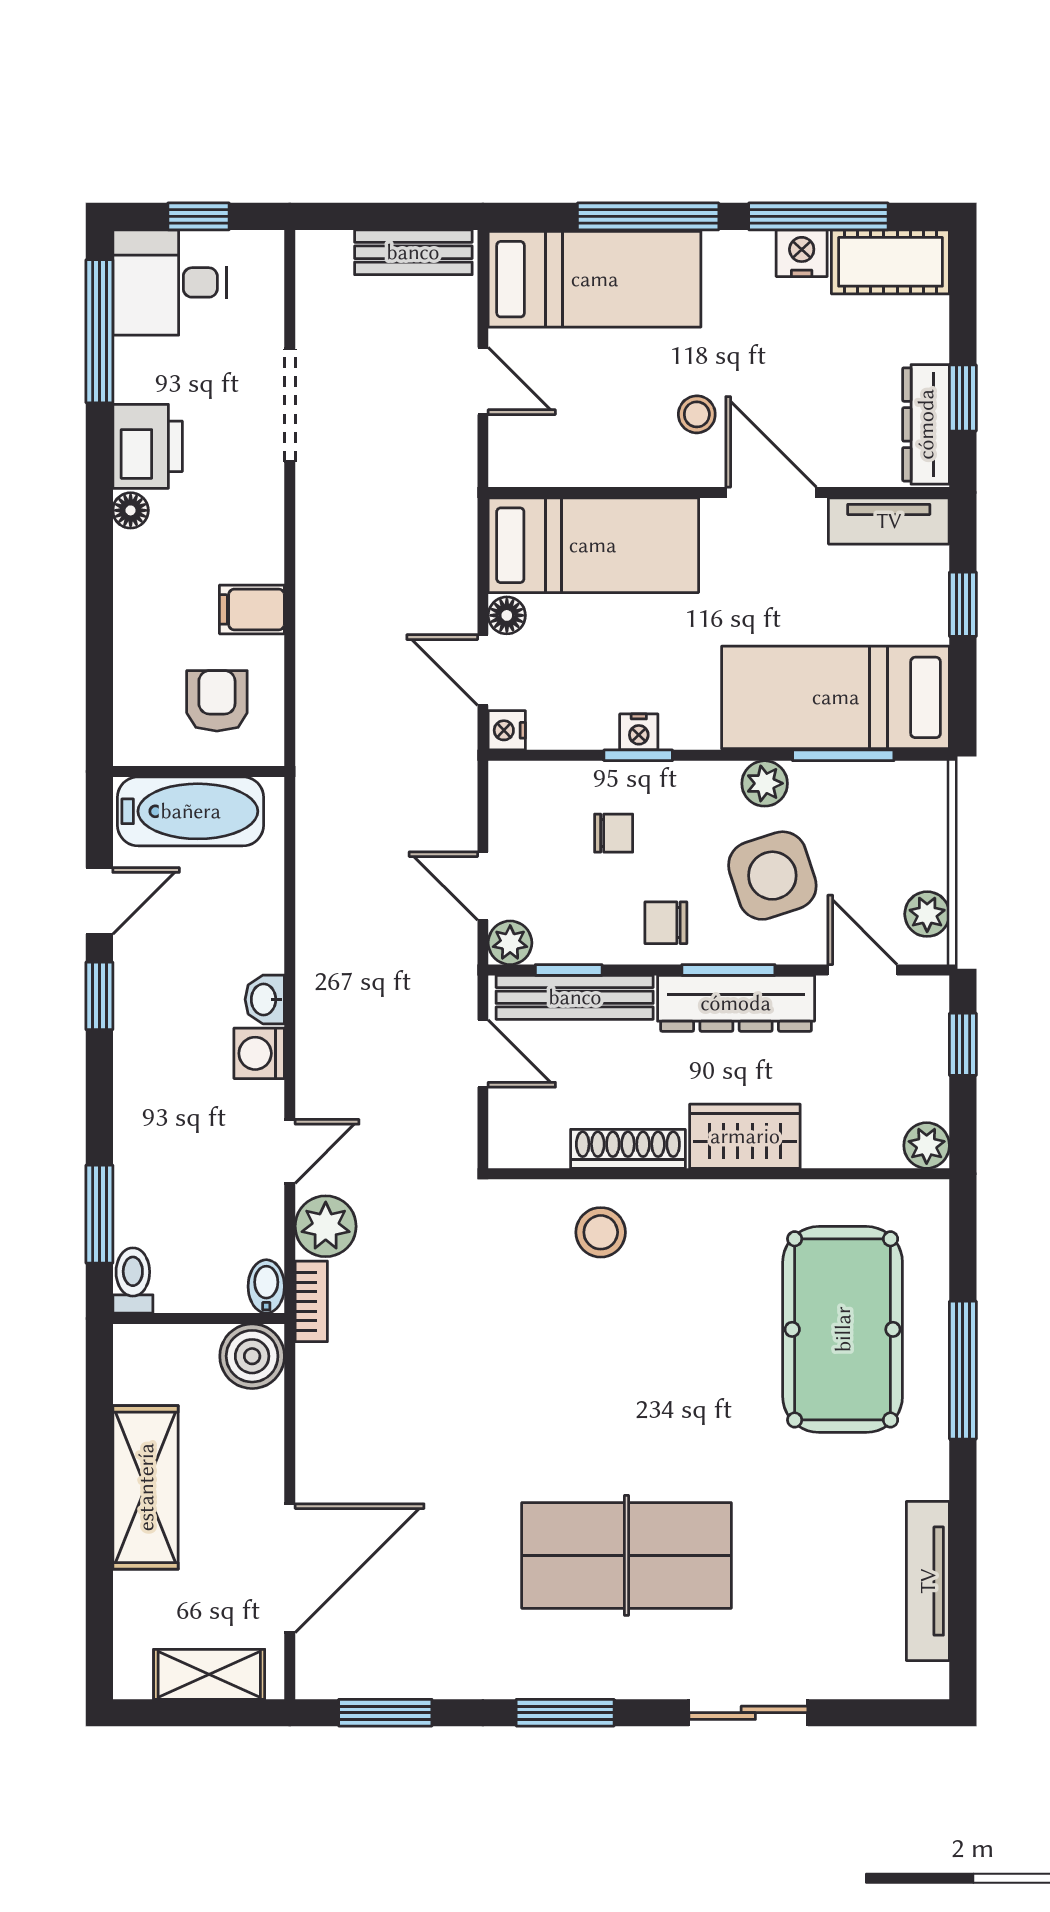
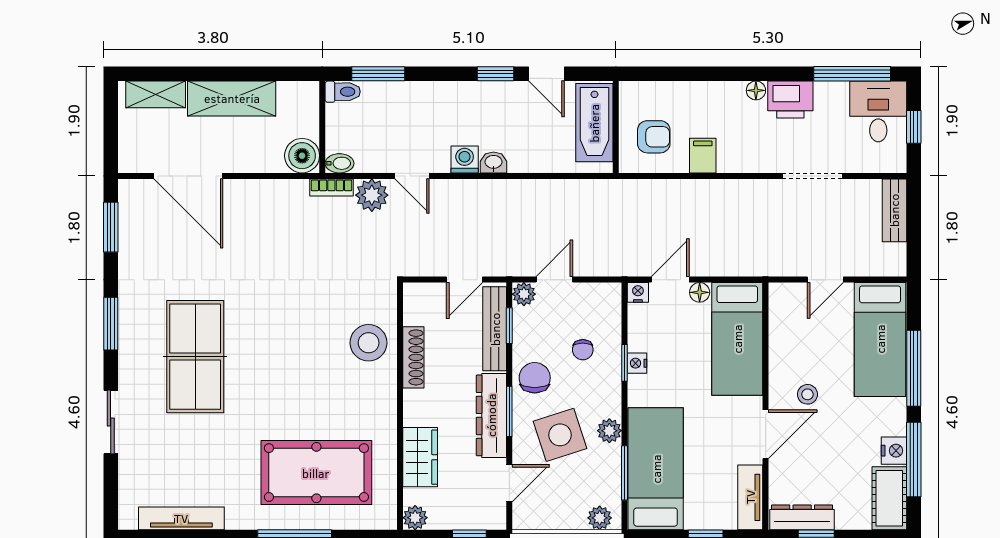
bench: (413, 252) -> (894, 210), moved
plant: (927, 914) -> (600, 518), moved
chair: (666, 923) -> (535, 378), width x1.37, depth x1.37
wardrobe: (745, 1136) -> (420, 457), moved
stool: (601, 1232) -> (369, 343), width x1.38, depth x1.38
shelving: (209, 1674) -> (156, 94), moved, turned 90

